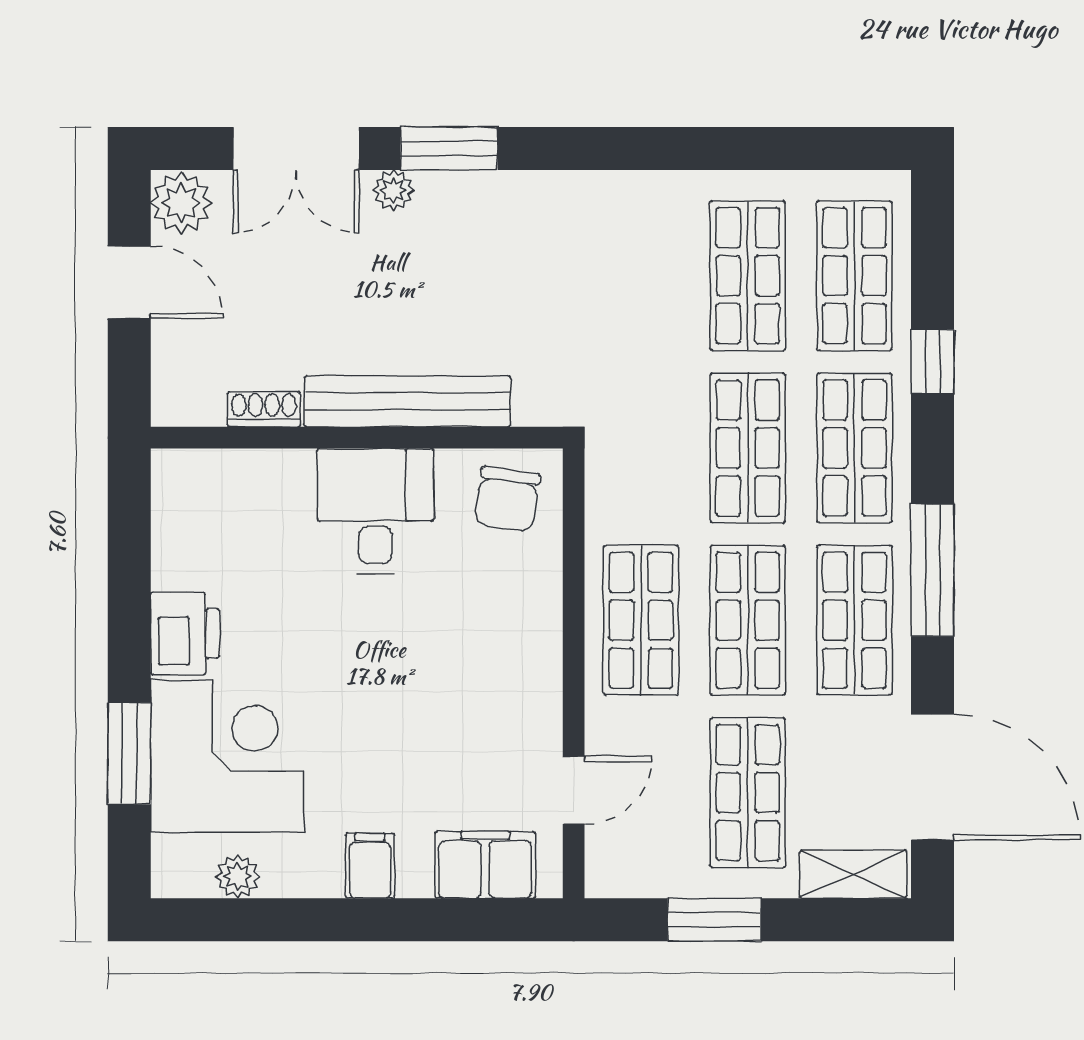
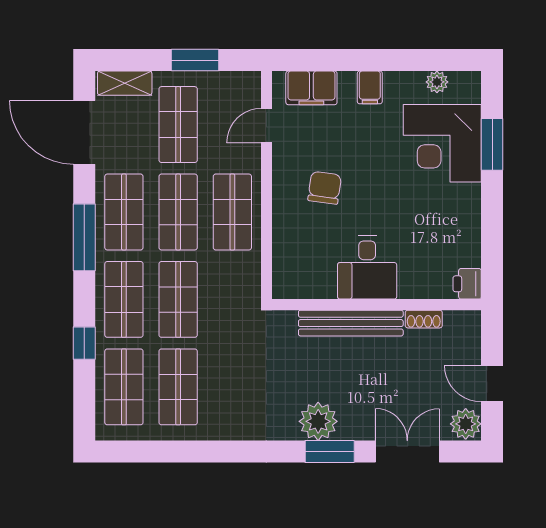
plant: (393, 190) -> (318, 421), moved, width x1.87, depth x1.87
chair: (507, 499) -> (325, 188), moved
printer: (185, 633) -> (467, 284), moved, width x0.73, depth x0.81

